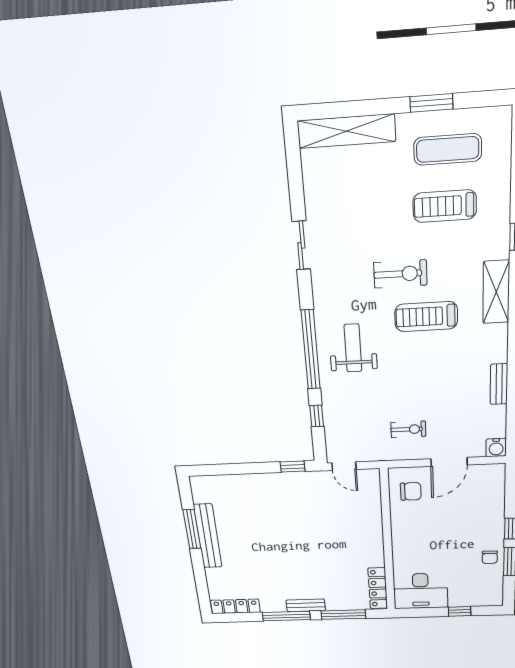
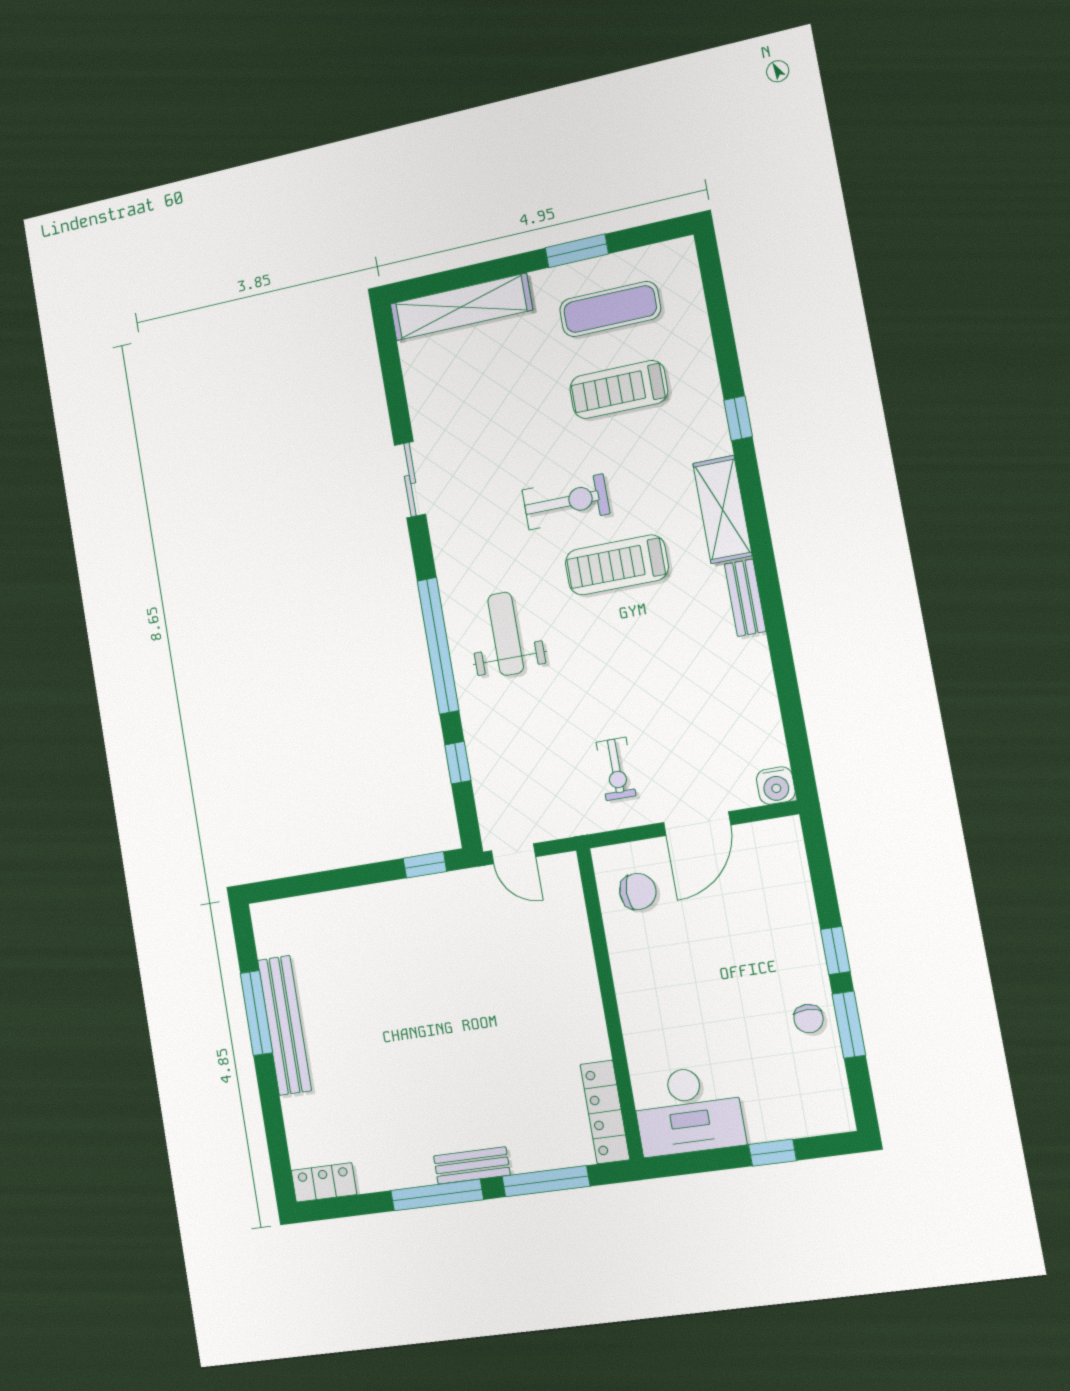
bench: (499, 384) -> (745, 598), moved
exercise bike: (408, 429) -> (616, 769), turned 90
locker: (235, 606) -> (324, 1183), width x0.66

